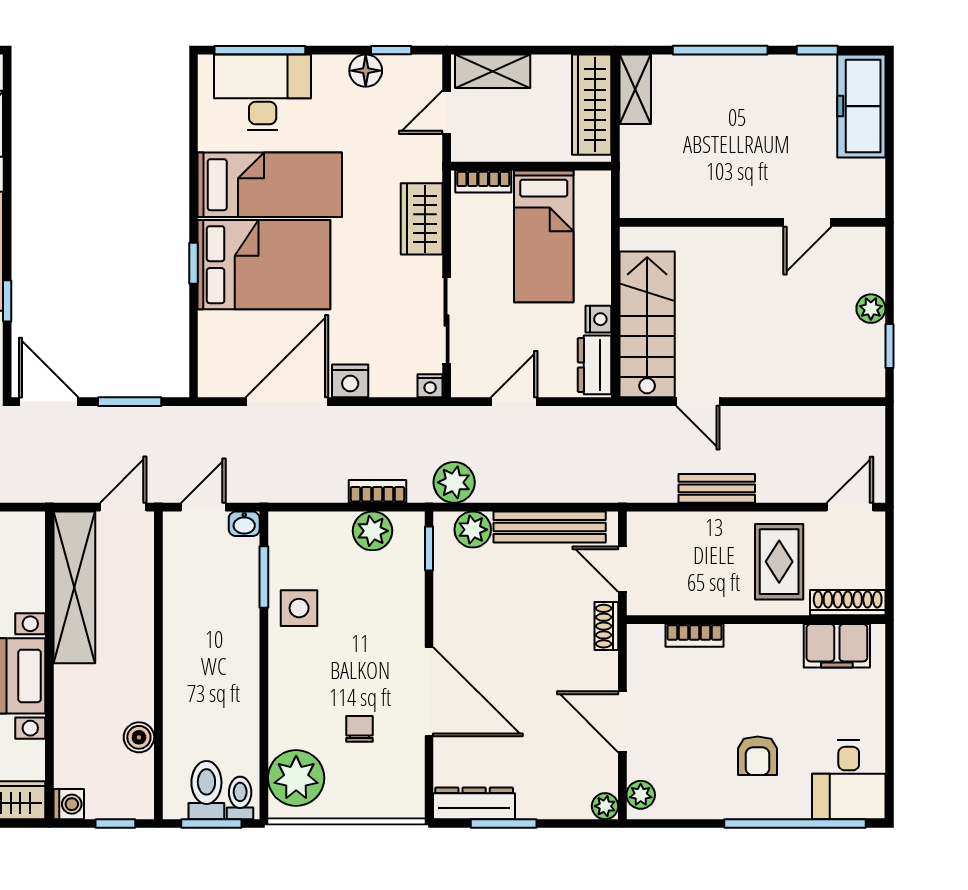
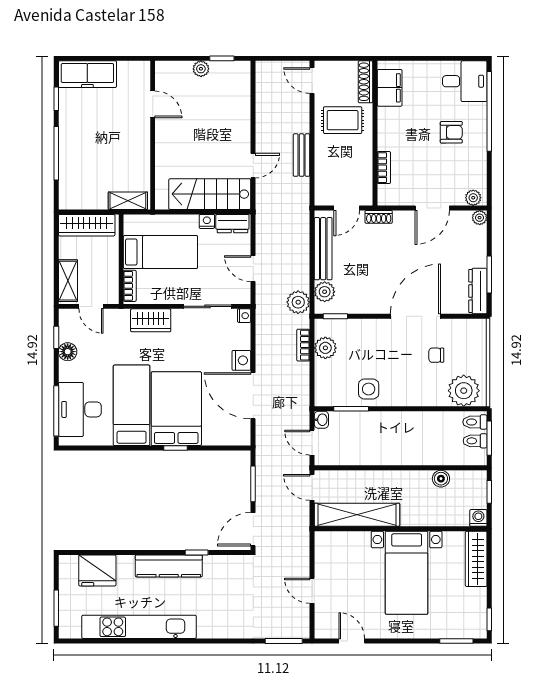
shelving: (635, 89) -> (128, 201), moved
toilet: (206, 790) -> (475, 441), width x0.73, depth x0.72

